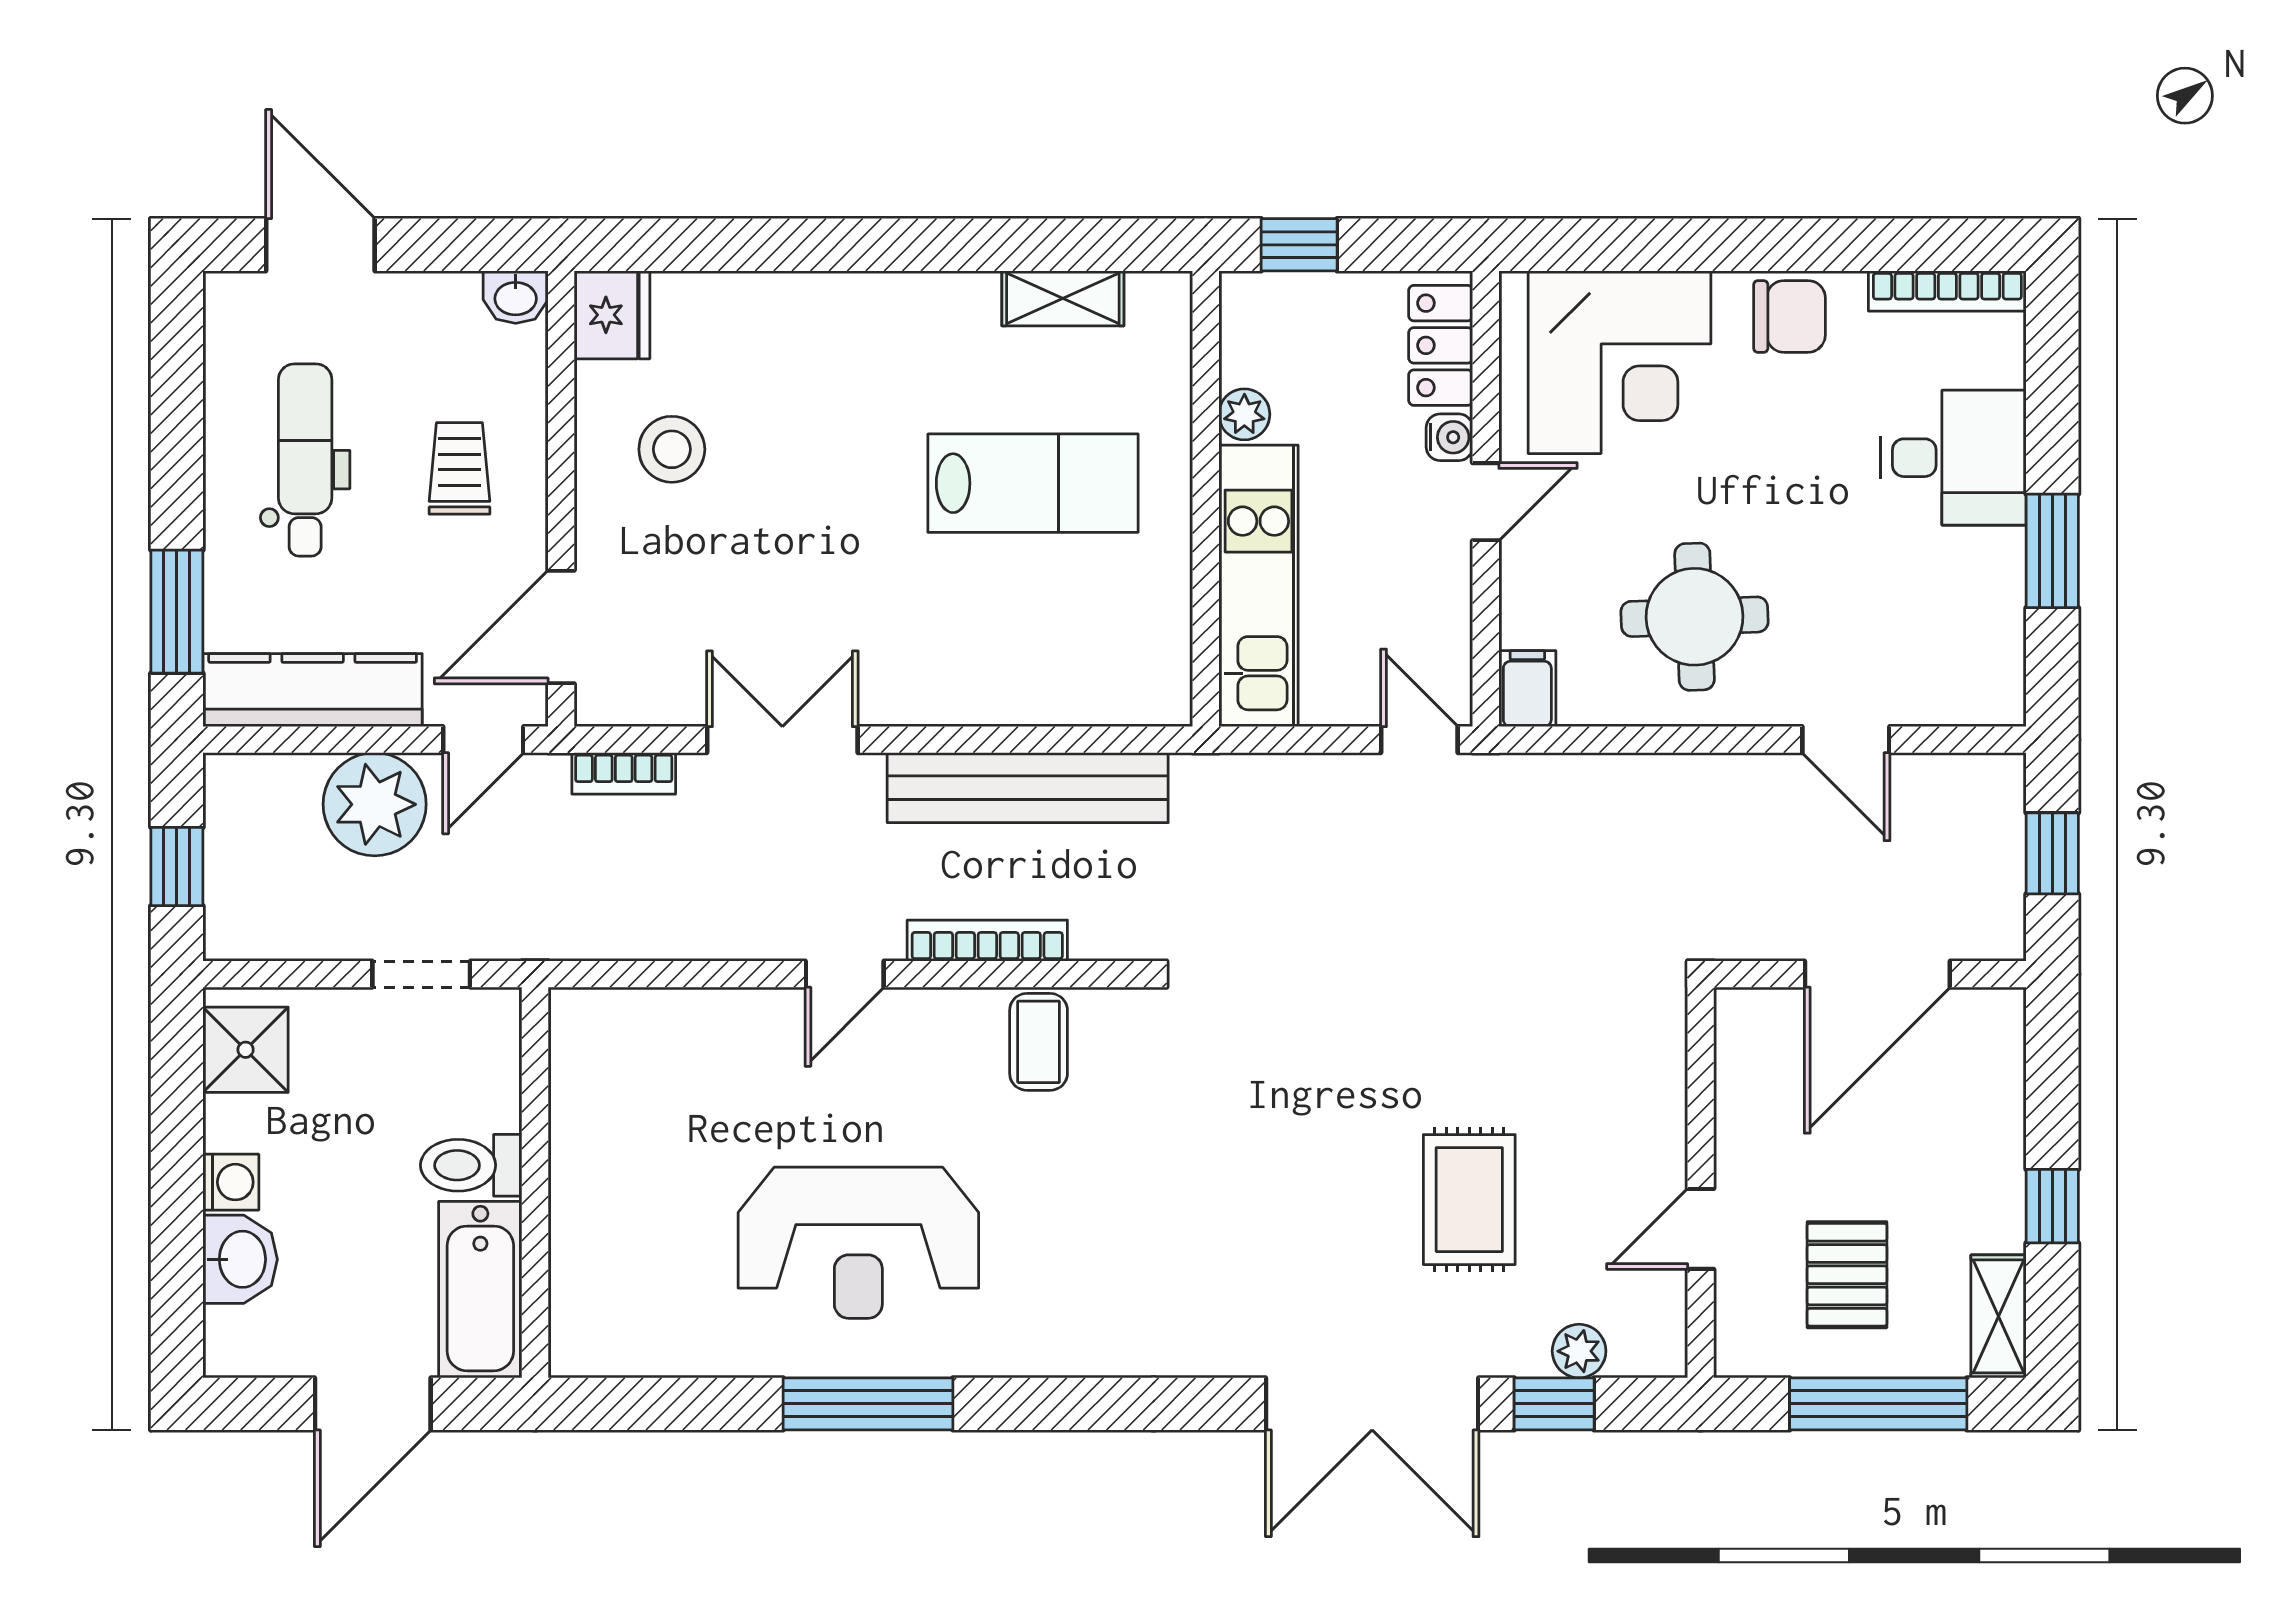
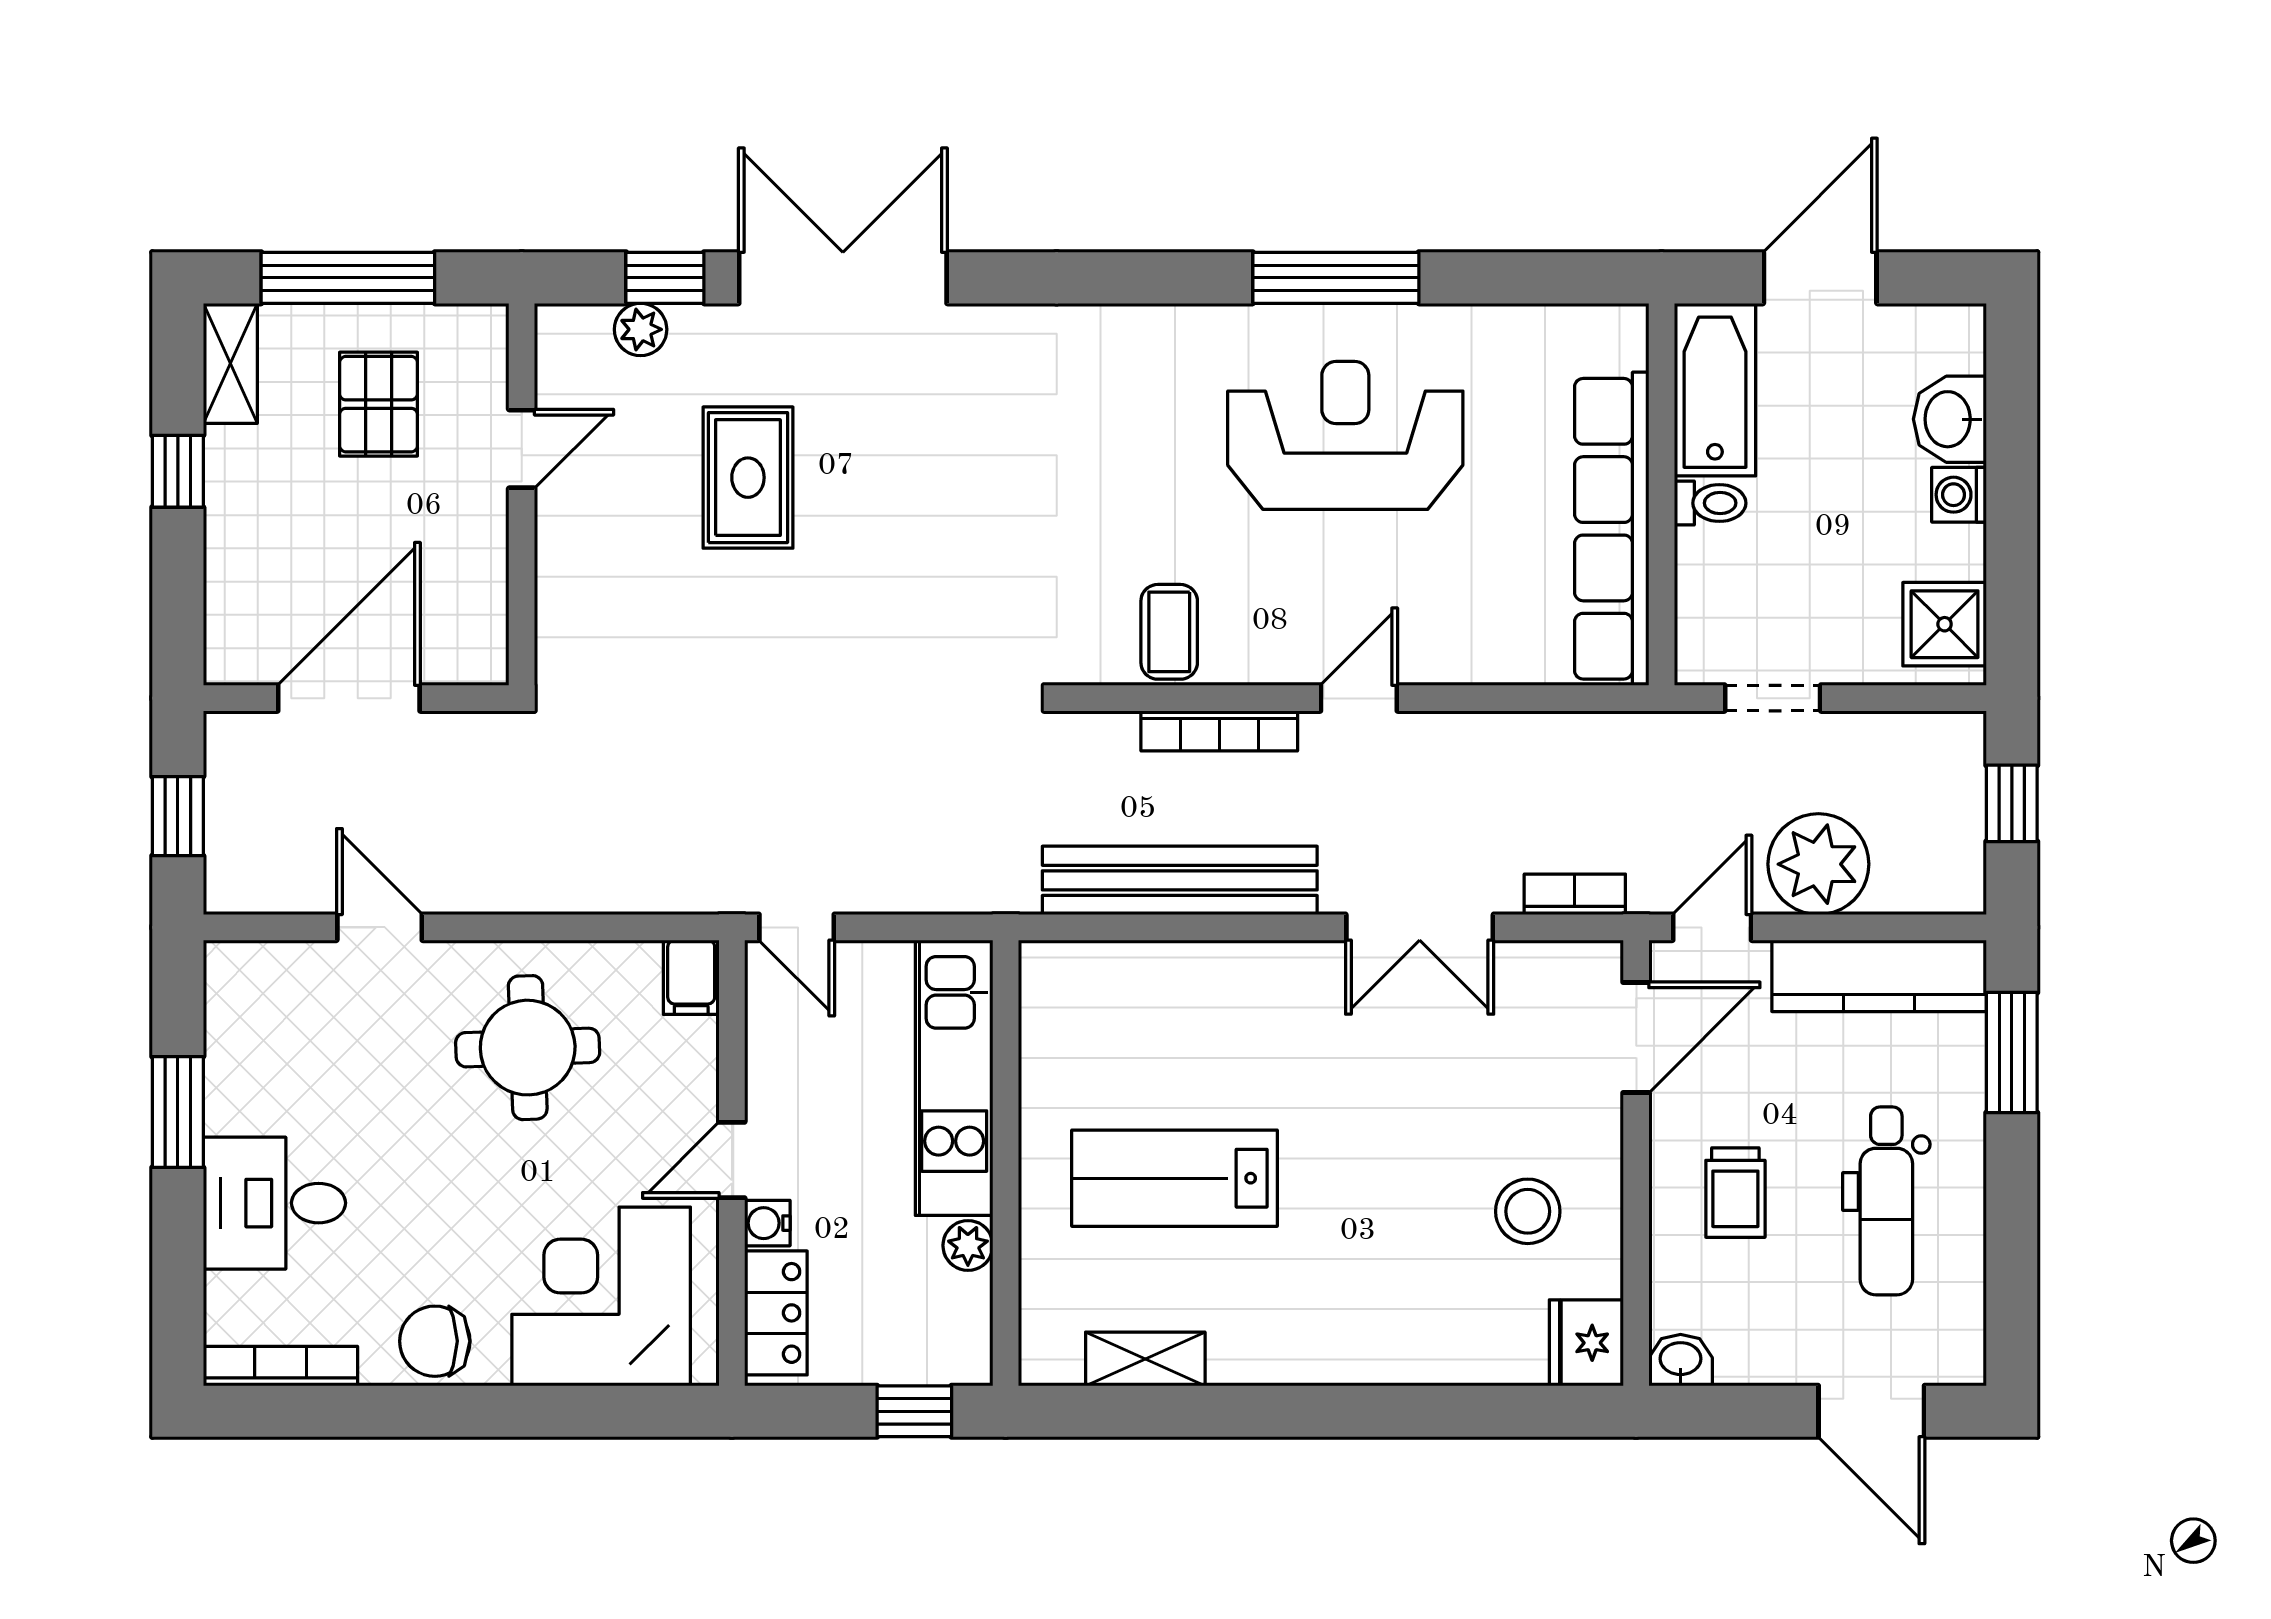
row of seats: (586, 1147) -> (1612, 529), added
toilet: (471, 1165) -> (1710, 503), width x0.73, depth x0.72

